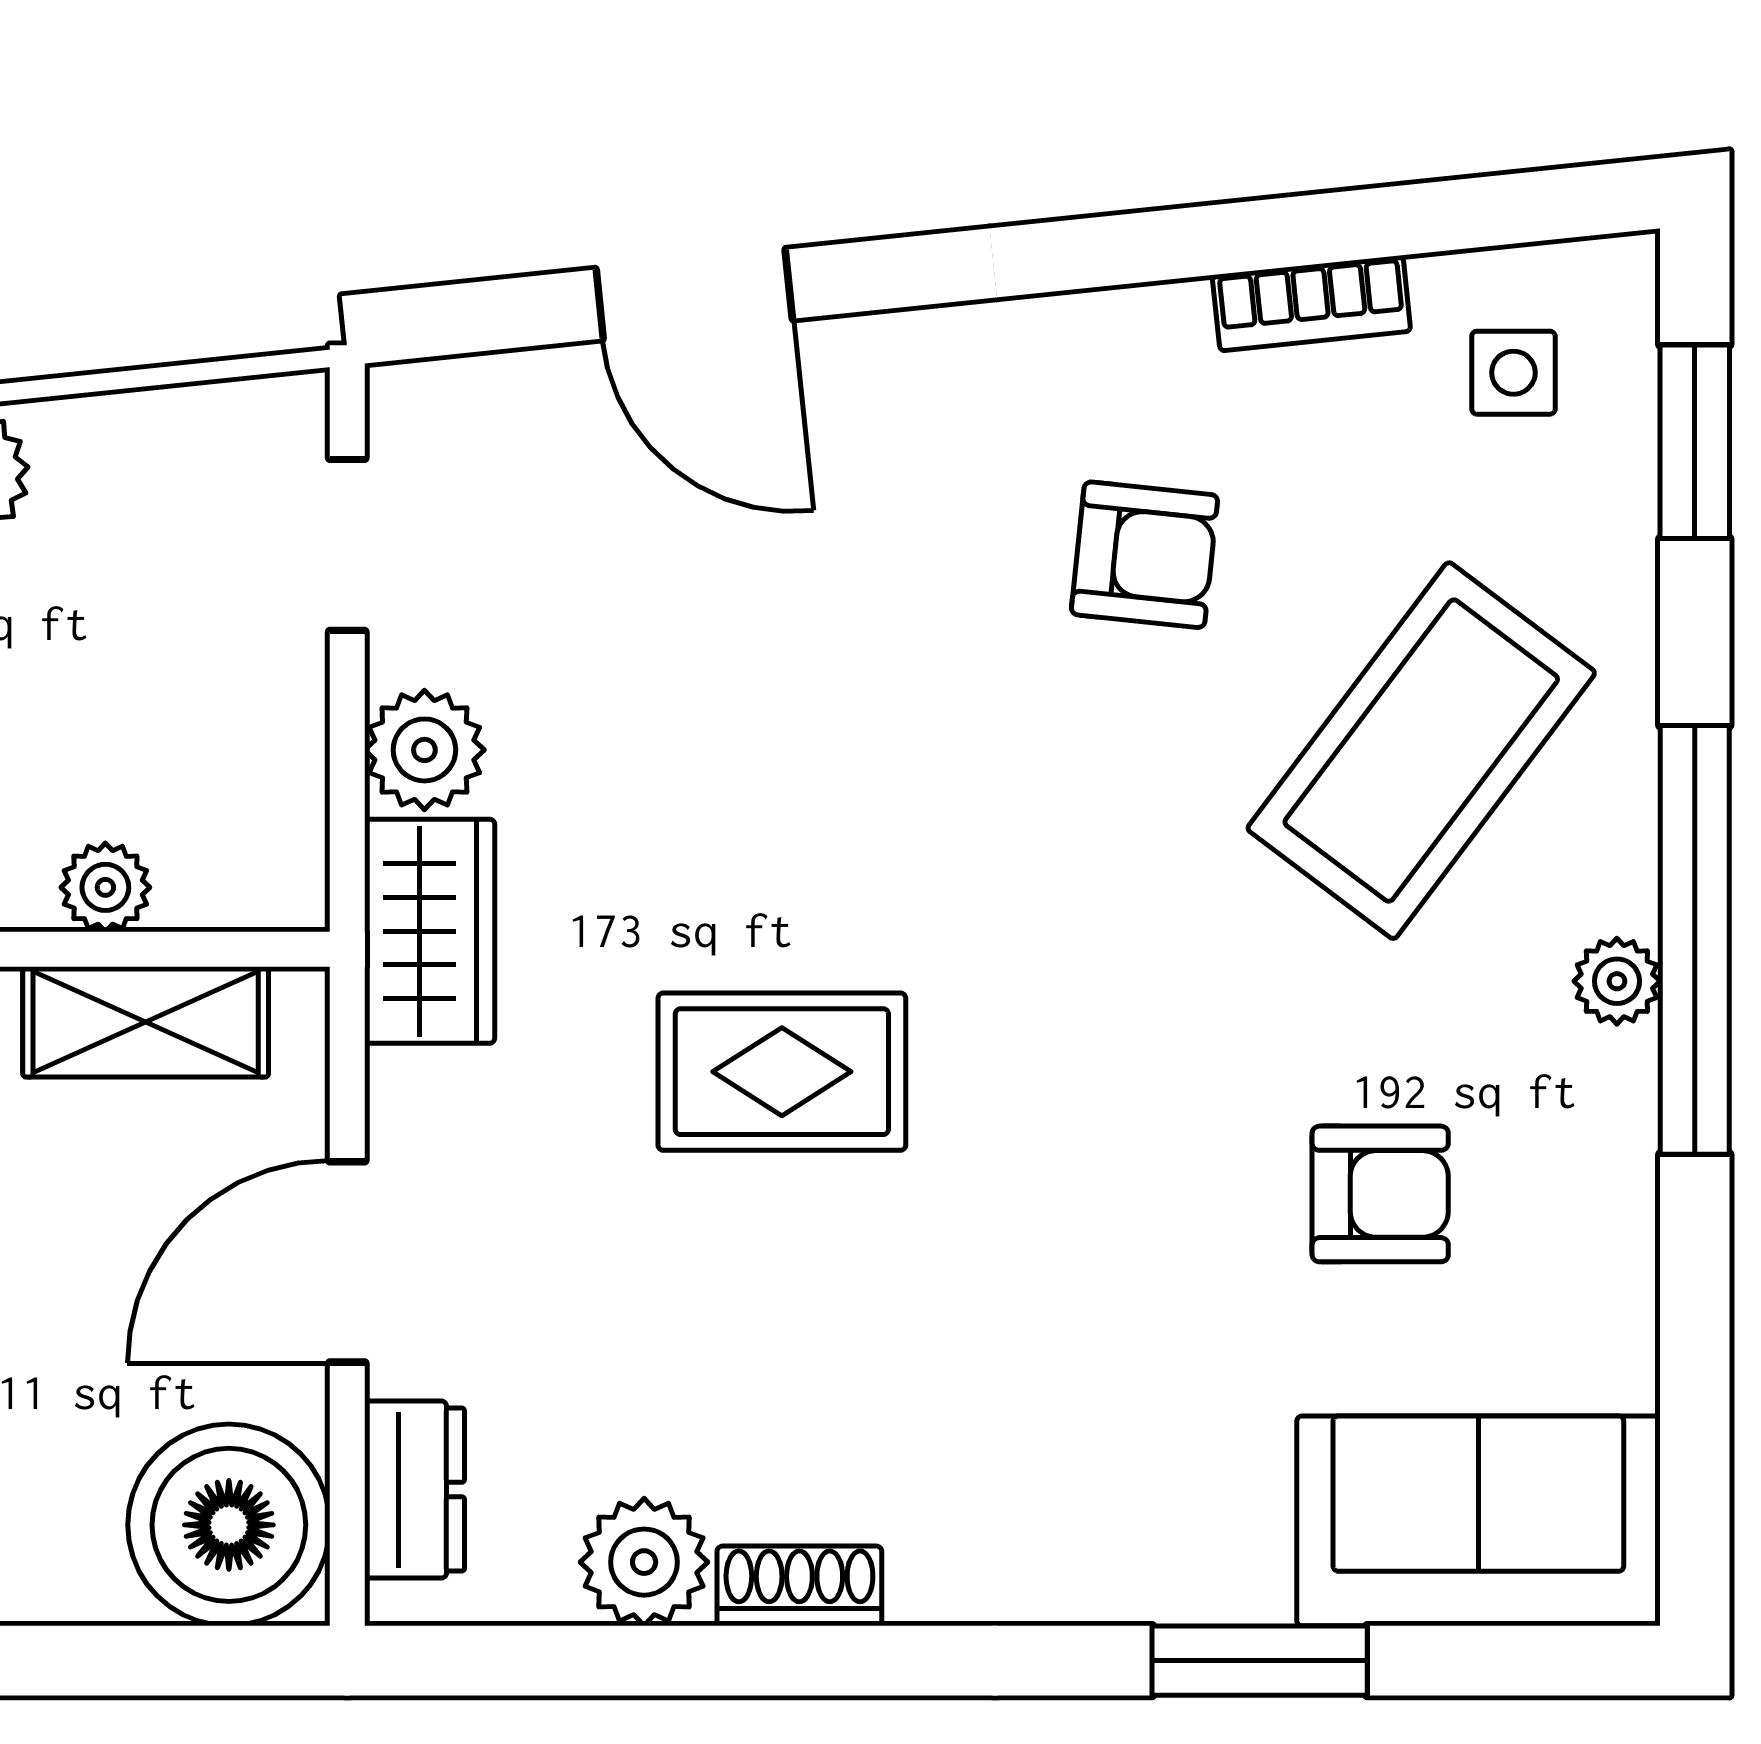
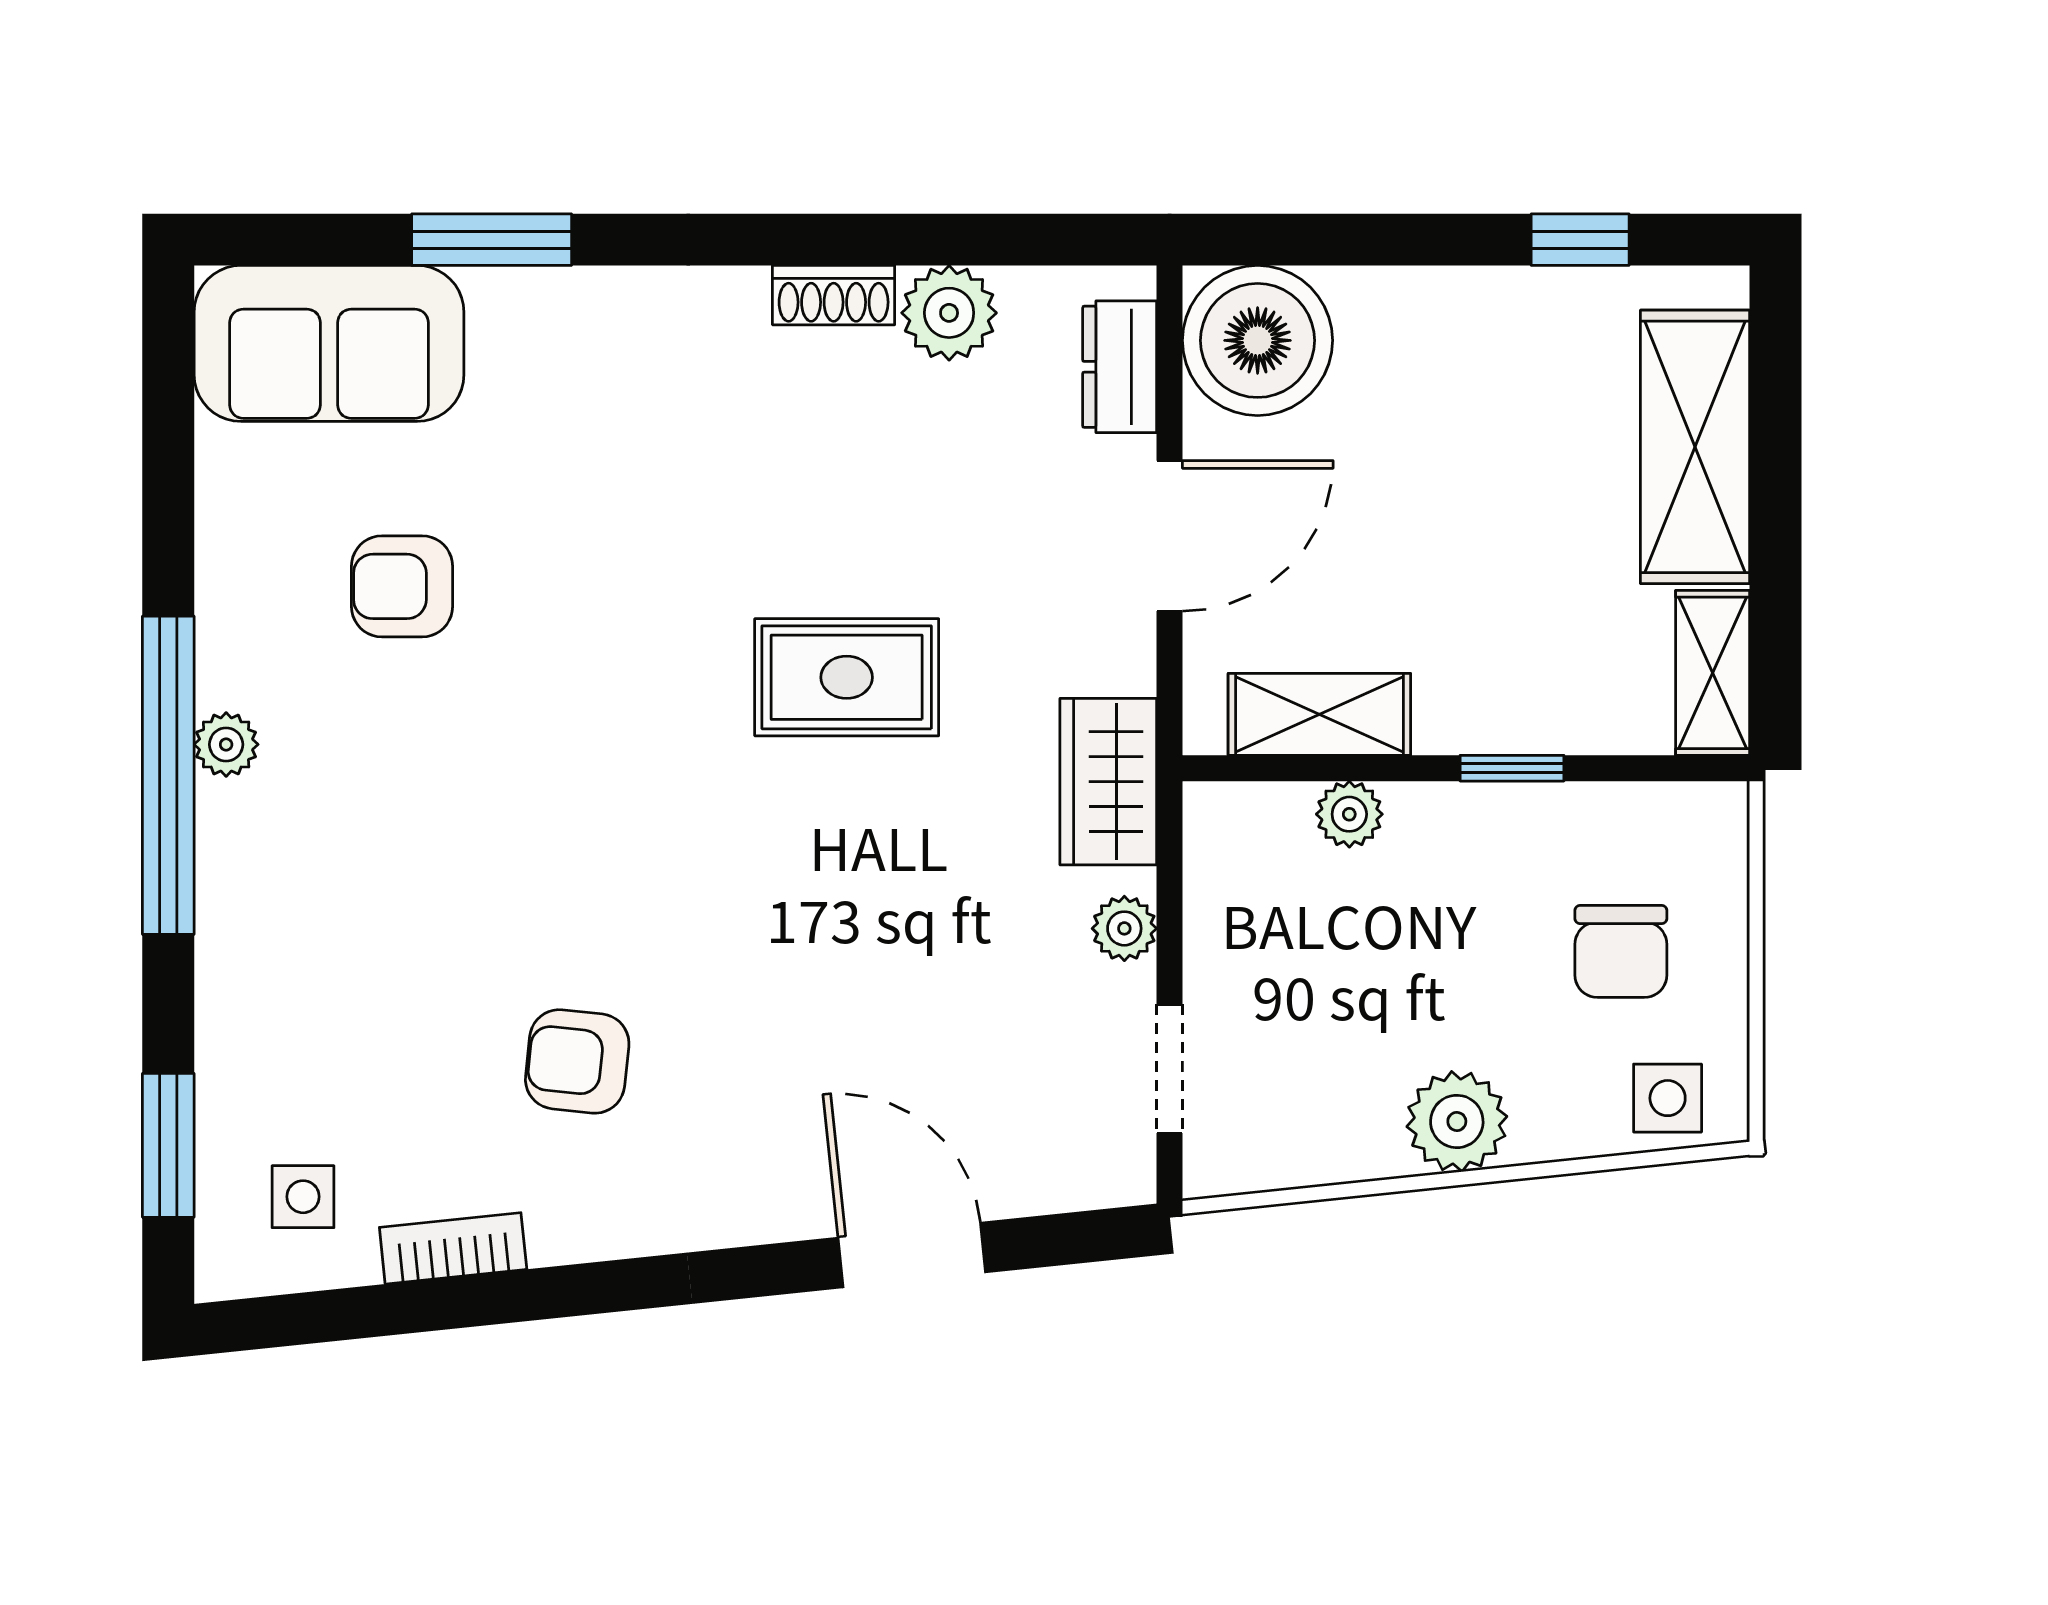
plant: (424, 750) -> (1124, 928), width x0.73, depth x0.73
coffee table: (1421, 751) -> (372, 916), removed

